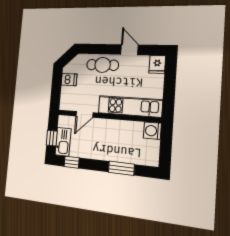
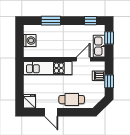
dishwasher: (69, 80) -> (99, 76), moved
window: (56, 85) -> (109, 81), added
washing machine: (152, 131) -> (30, 41), moved
kitchen sink: (63, 142) -> (99, 46), moved

